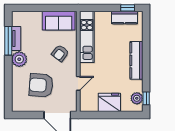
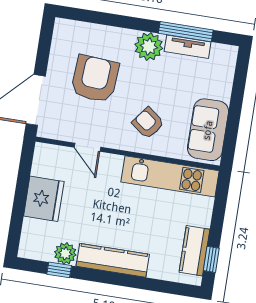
plant: (137, 98) -> (65, 253), moved
window: (146, 98) -> (59, 270), moved

